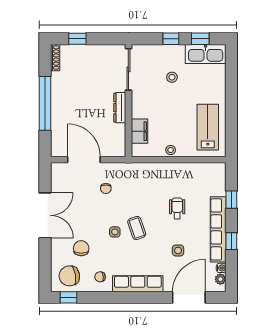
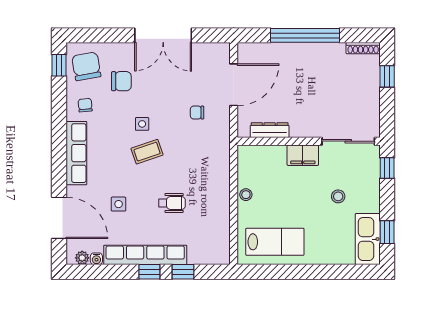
window: (171, 39) -> (387, 168), moved
dresser: (120, 108) -> (270, 130), moved
filing cabinet: (139, 131) -> (303, 155), moved
window: (231, 241) -> (149, 272), moved

